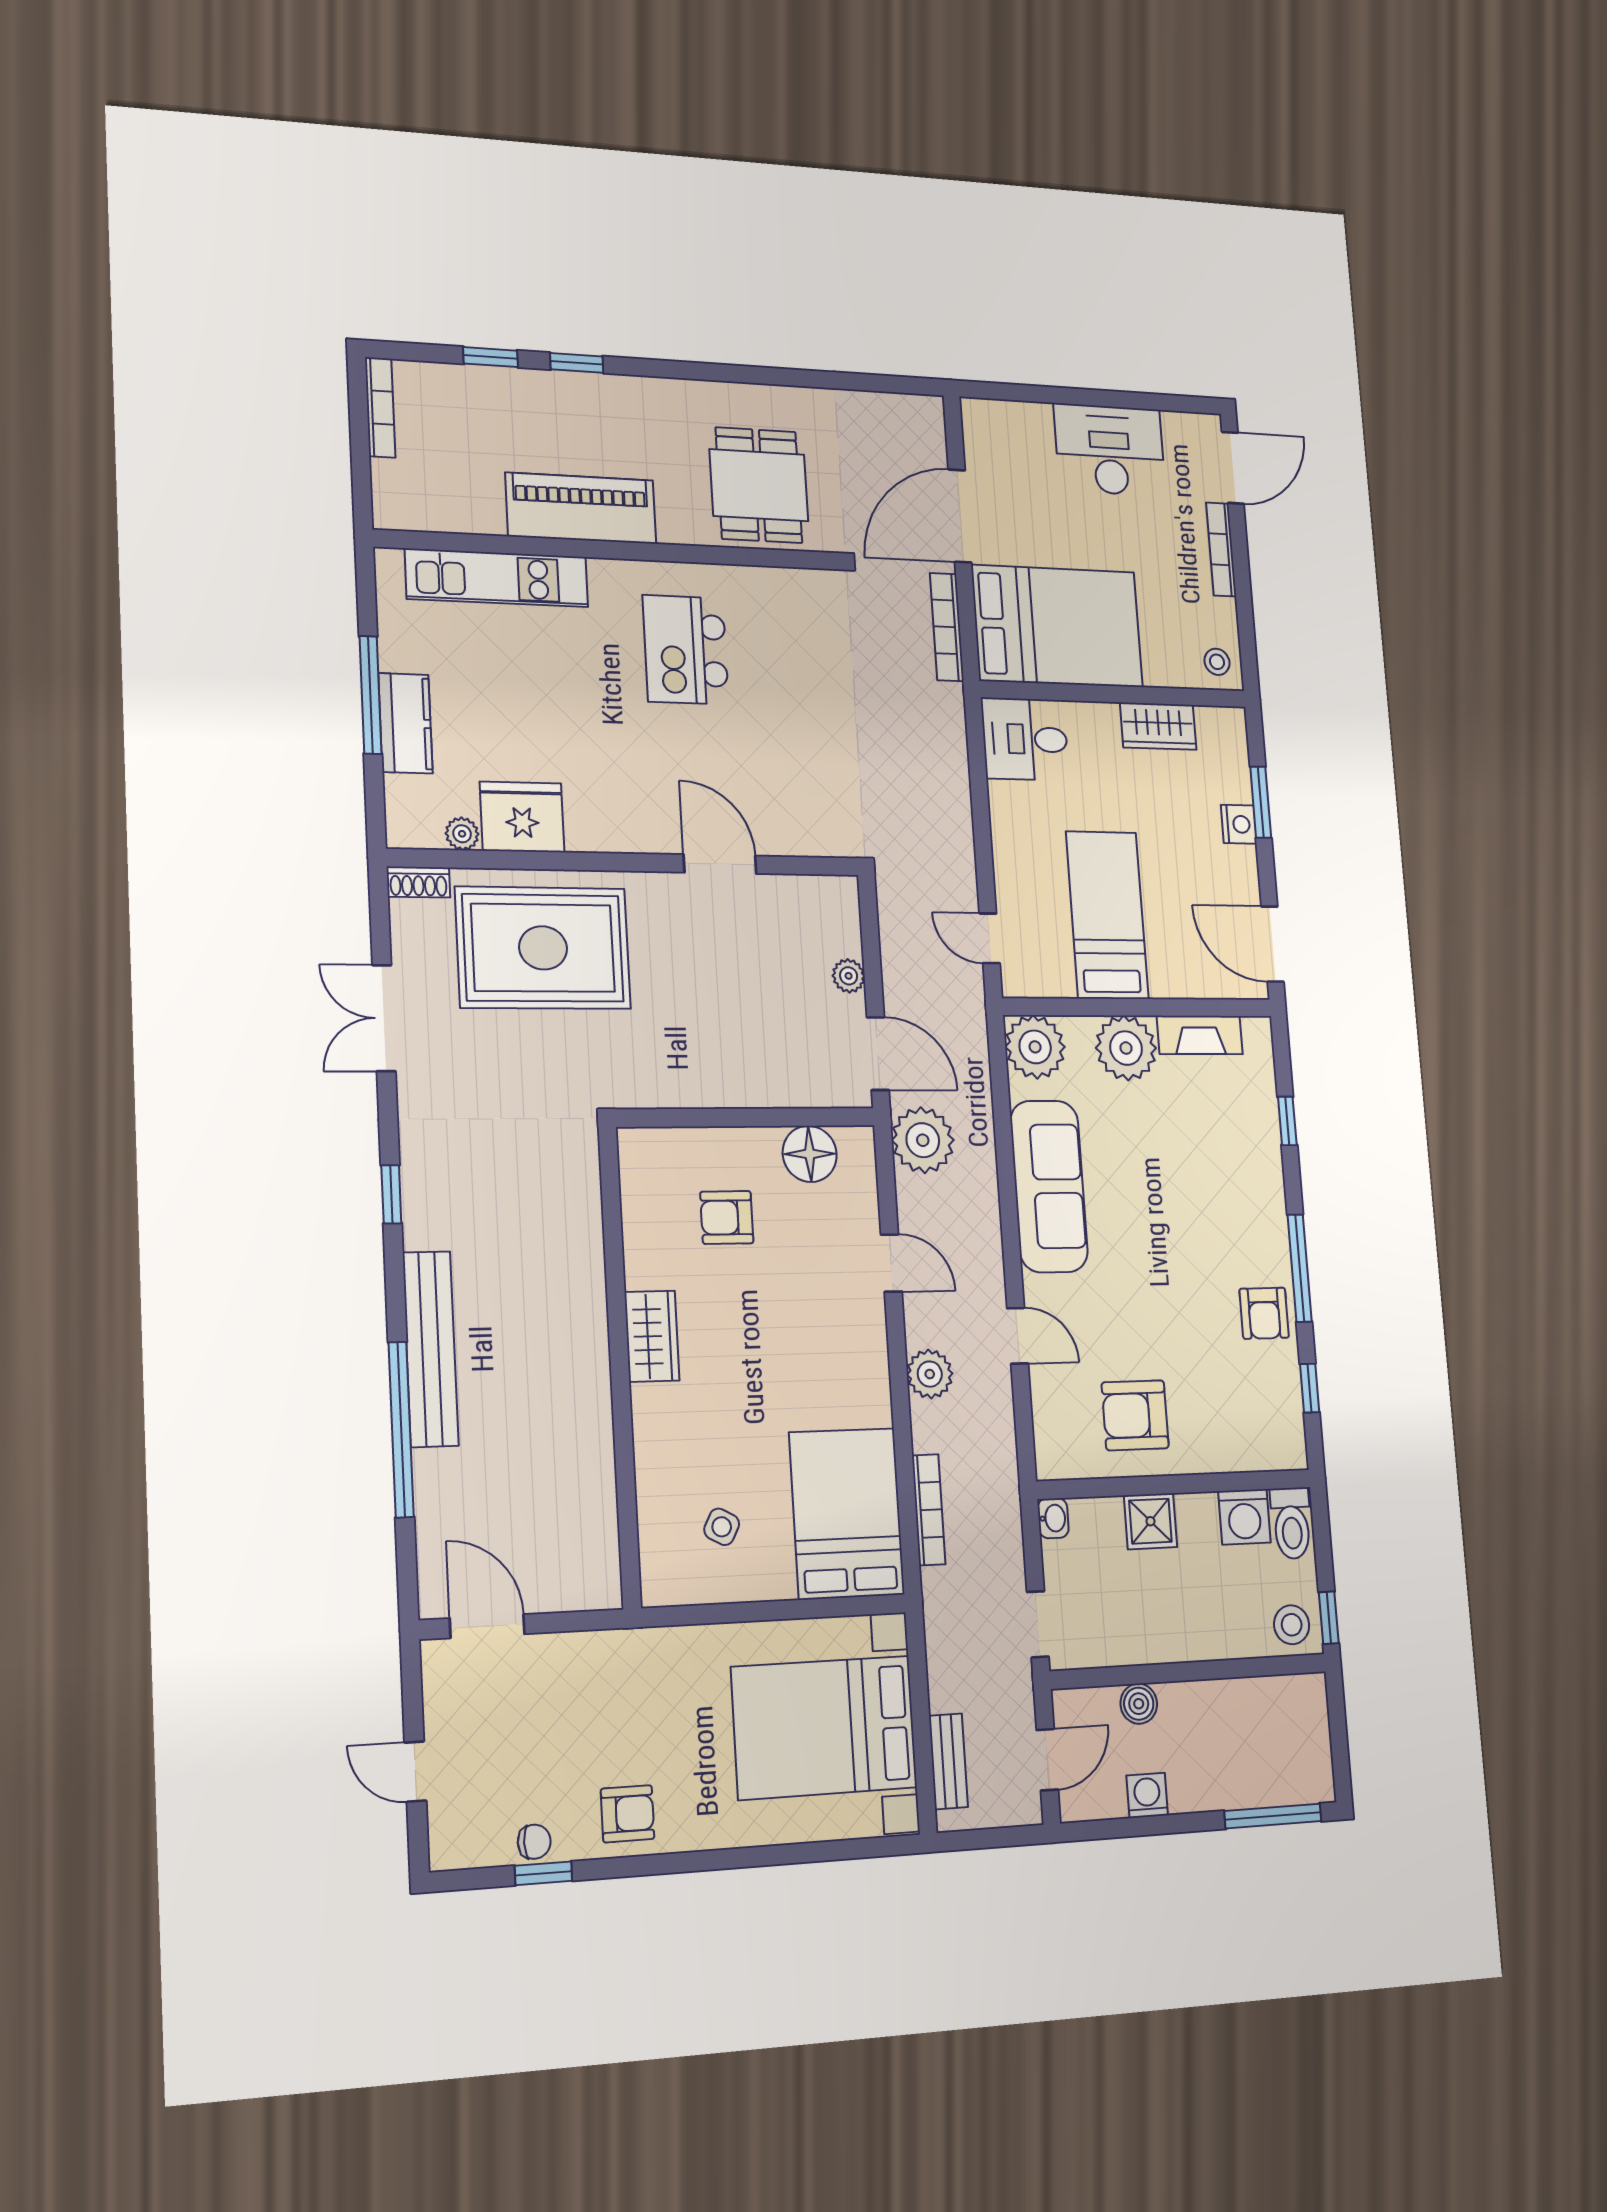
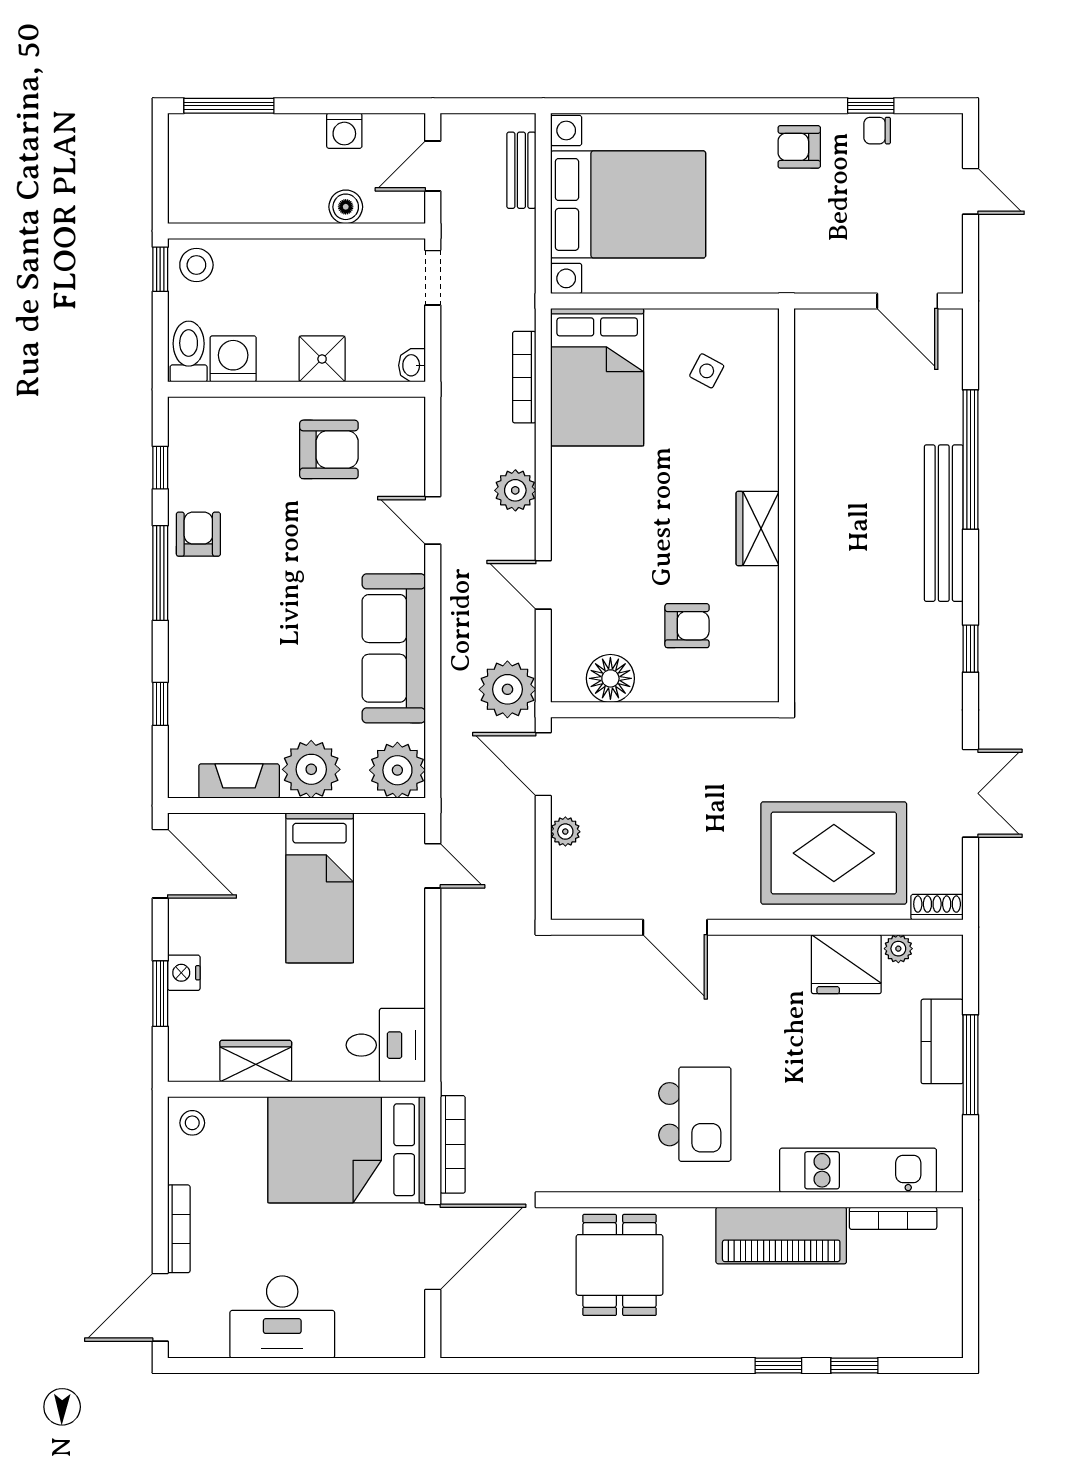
bookcase: (380, 407) -> (893, 1218), moved, turned -90

